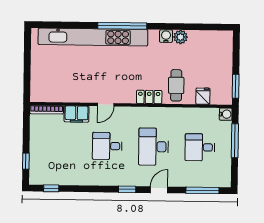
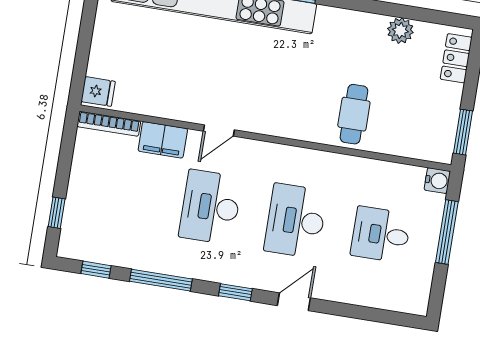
water cooler: (166, 36) -> (349, 21), removed
plant: (180, 37) -> (400, 31), moved
fridge: (203, 96) -> (98, 91), moved, turned 90
locker: (149, 97) -> (456, 58), moved, turned -90
desk: (107, 146) -> (211, 207), width x1.37
window: (202, 190) -> (161, 280), moved

